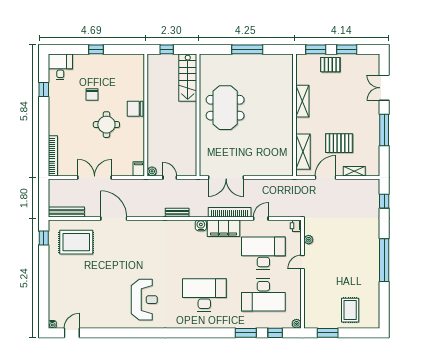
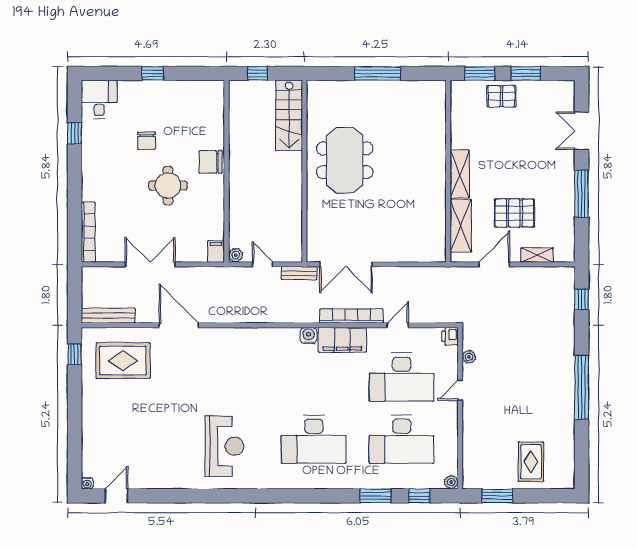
shelving: (302, 101) -> (460, 174), moved
bench: (177, 213) -> (299, 273), moved
desk: (263, 253) -> (402, 377), turned 180
desk: (204, 295) -> (314, 439), turned 180

